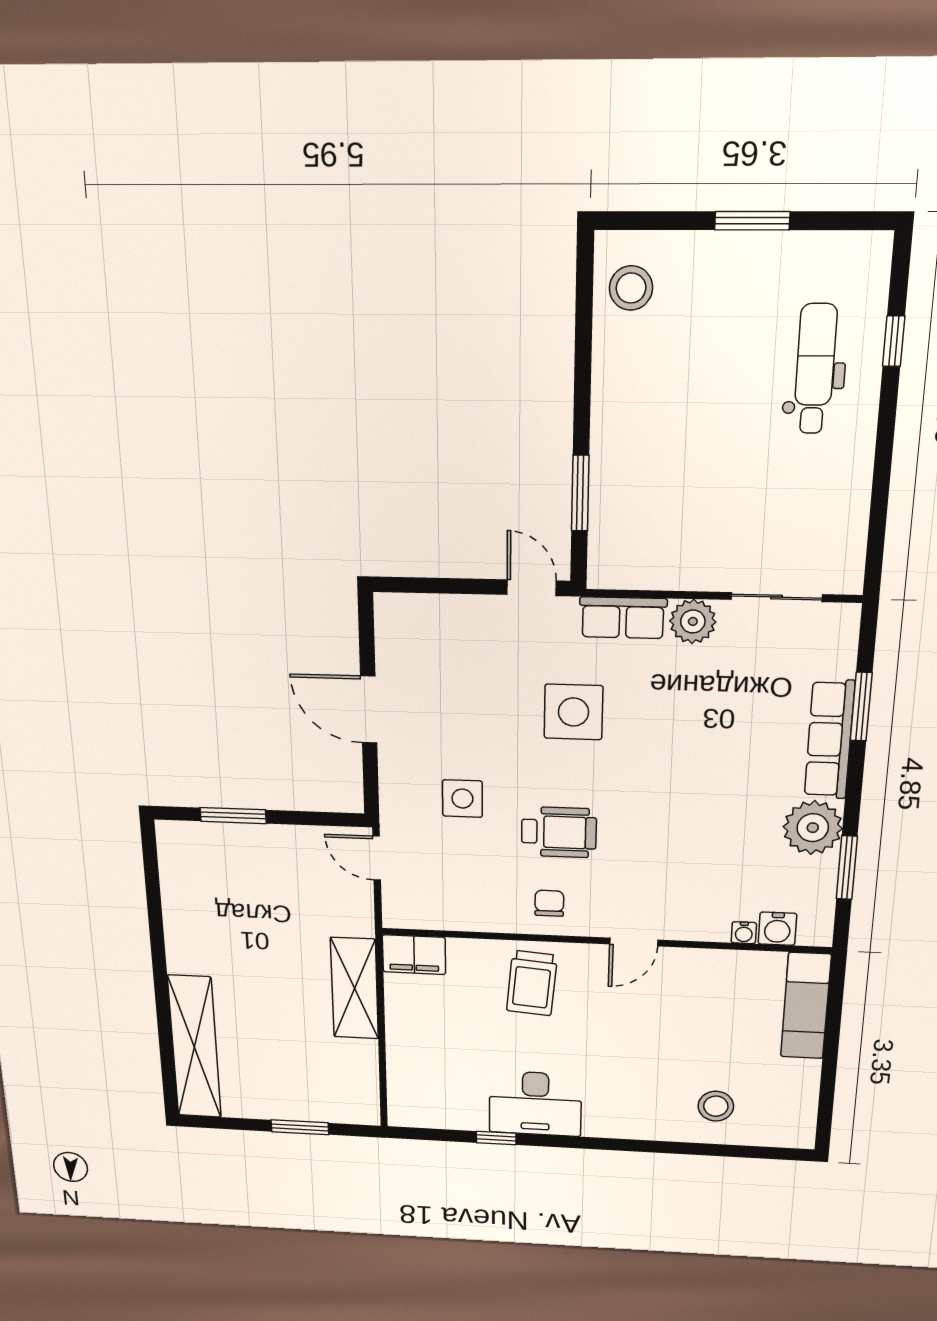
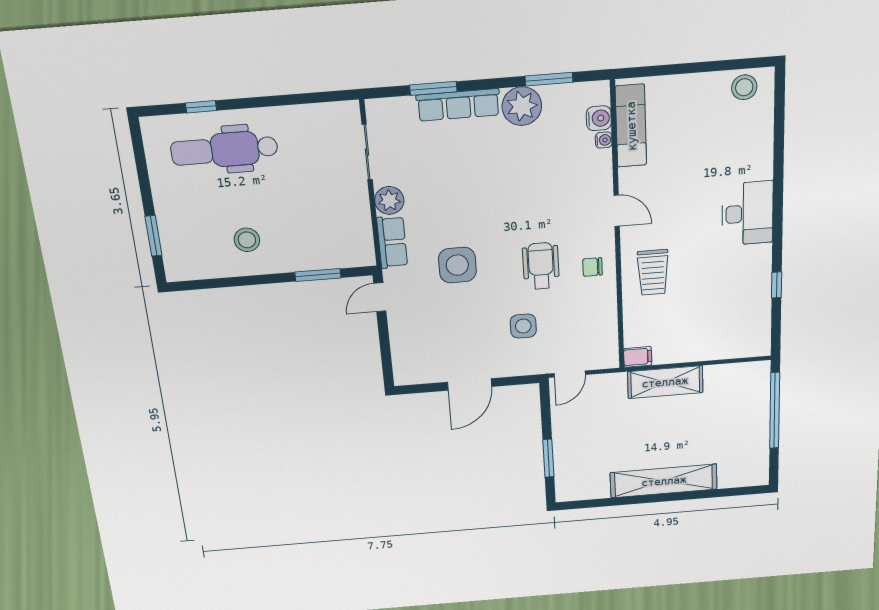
window: (752, 221) -> (153, 236), moved
stool: (631, 288) -> (247, 240), moved
dental chair: (815, 369) -> (224, 150), width x1.36, depth x1.38
filing cabinet: (414, 955) -> (638, 357), width x0.50
trolley: (532, 983) -> (653, 272), turned 85
exam couch: (806, 1006) -> (631, 126), moved, turned -90
shelving: (194, 1047) -> (664, 481), moved
desk: (535, 1104) -> (747, 213), moved
stool: (716, 1106) -> (744, 87), moved
window: (300, 1127) -> (775, 411), width x2.11

